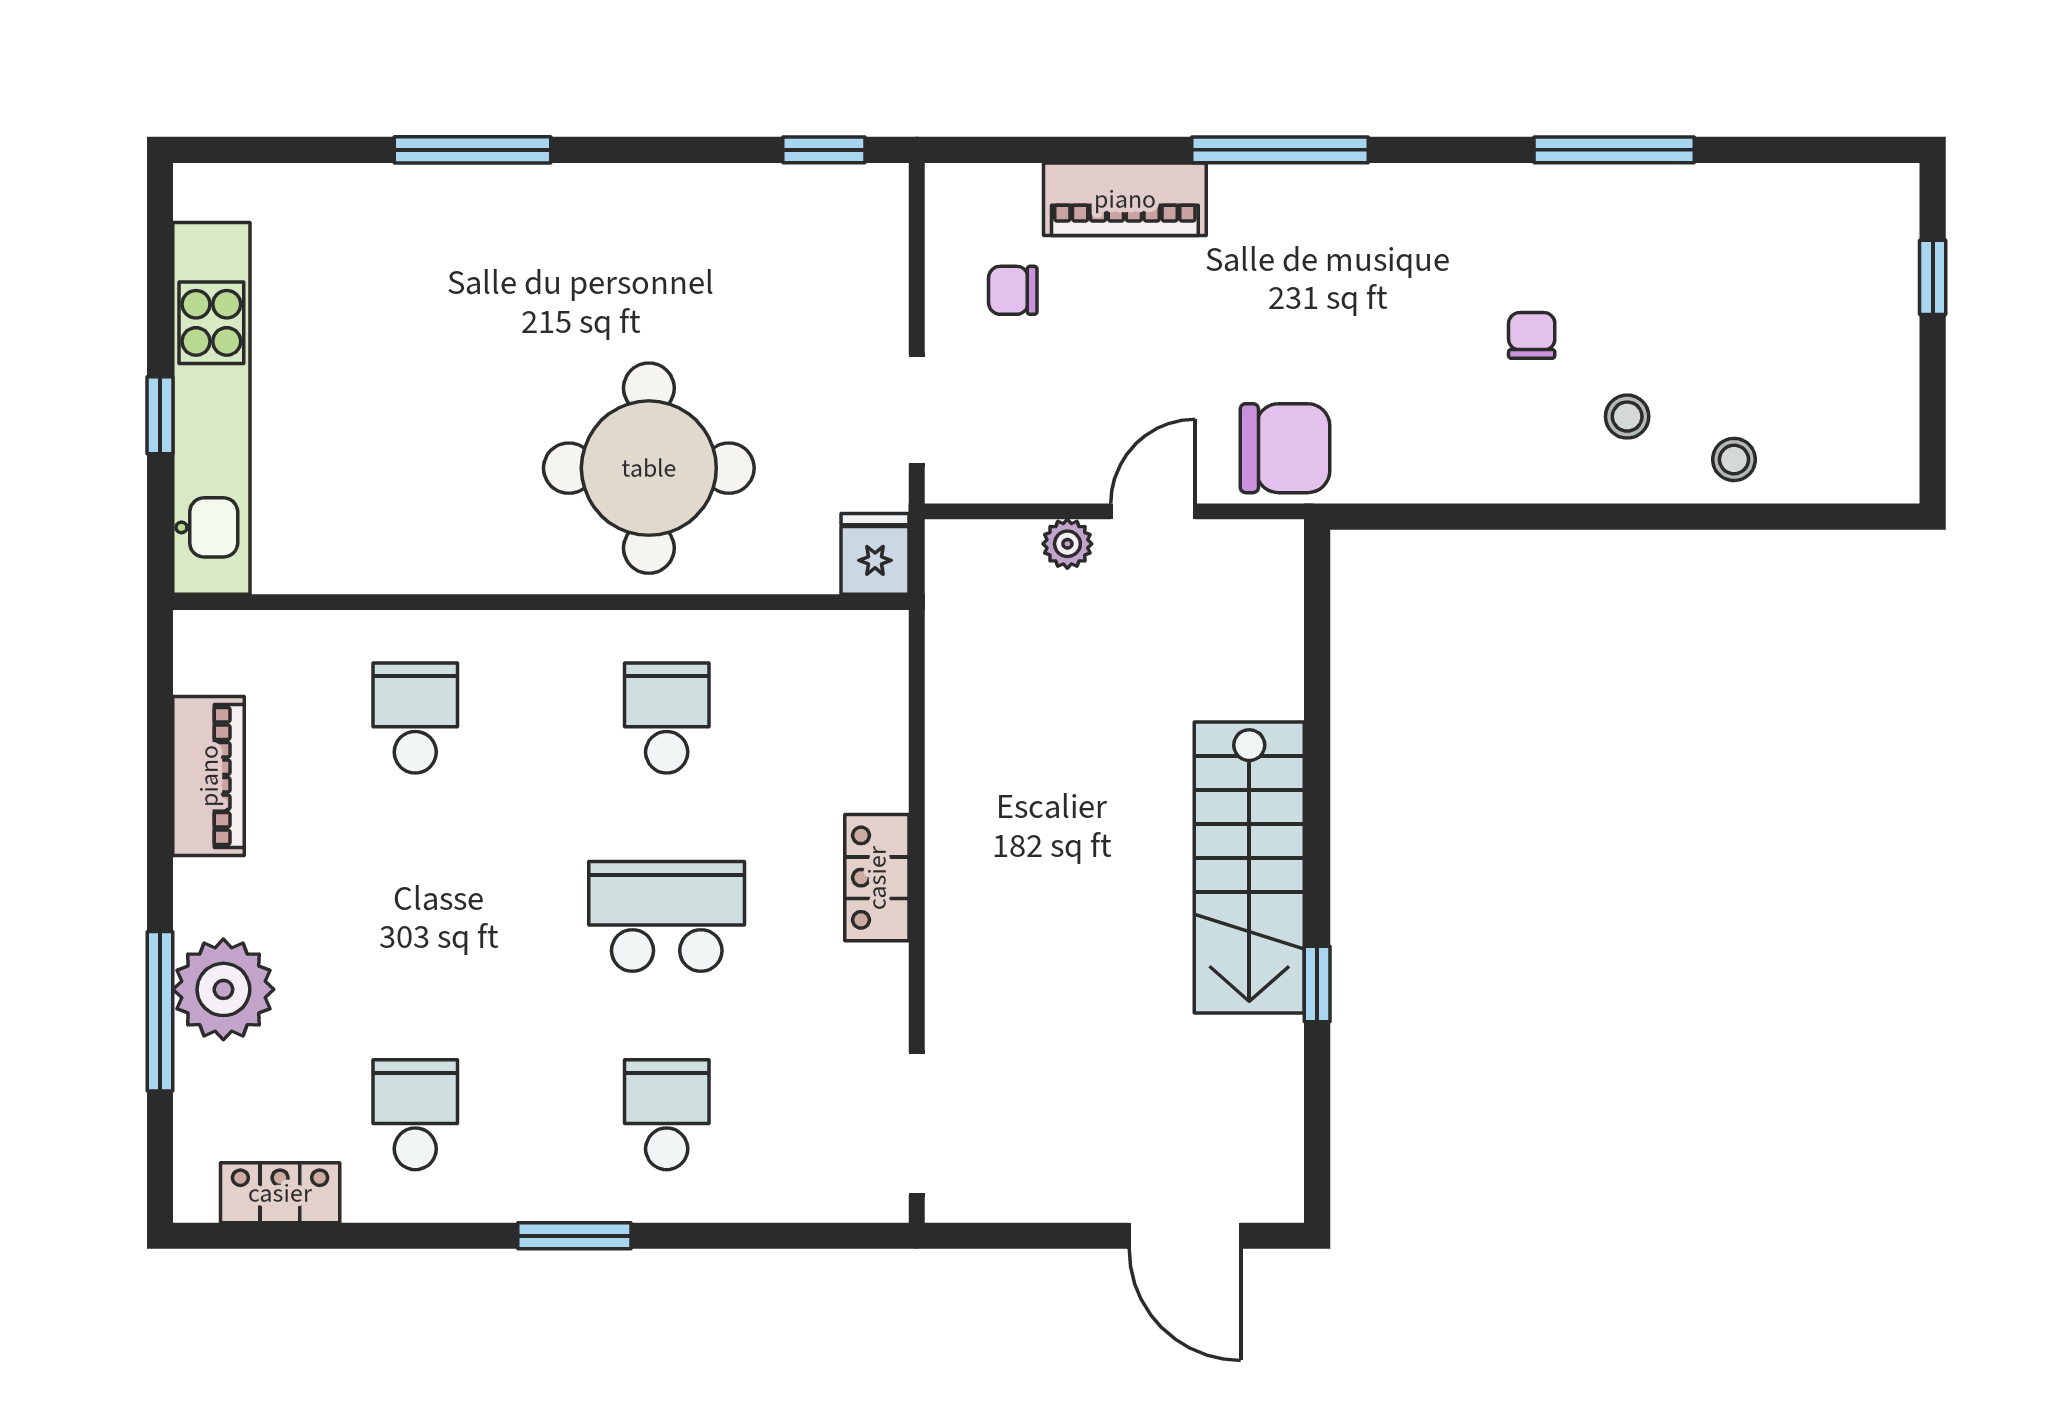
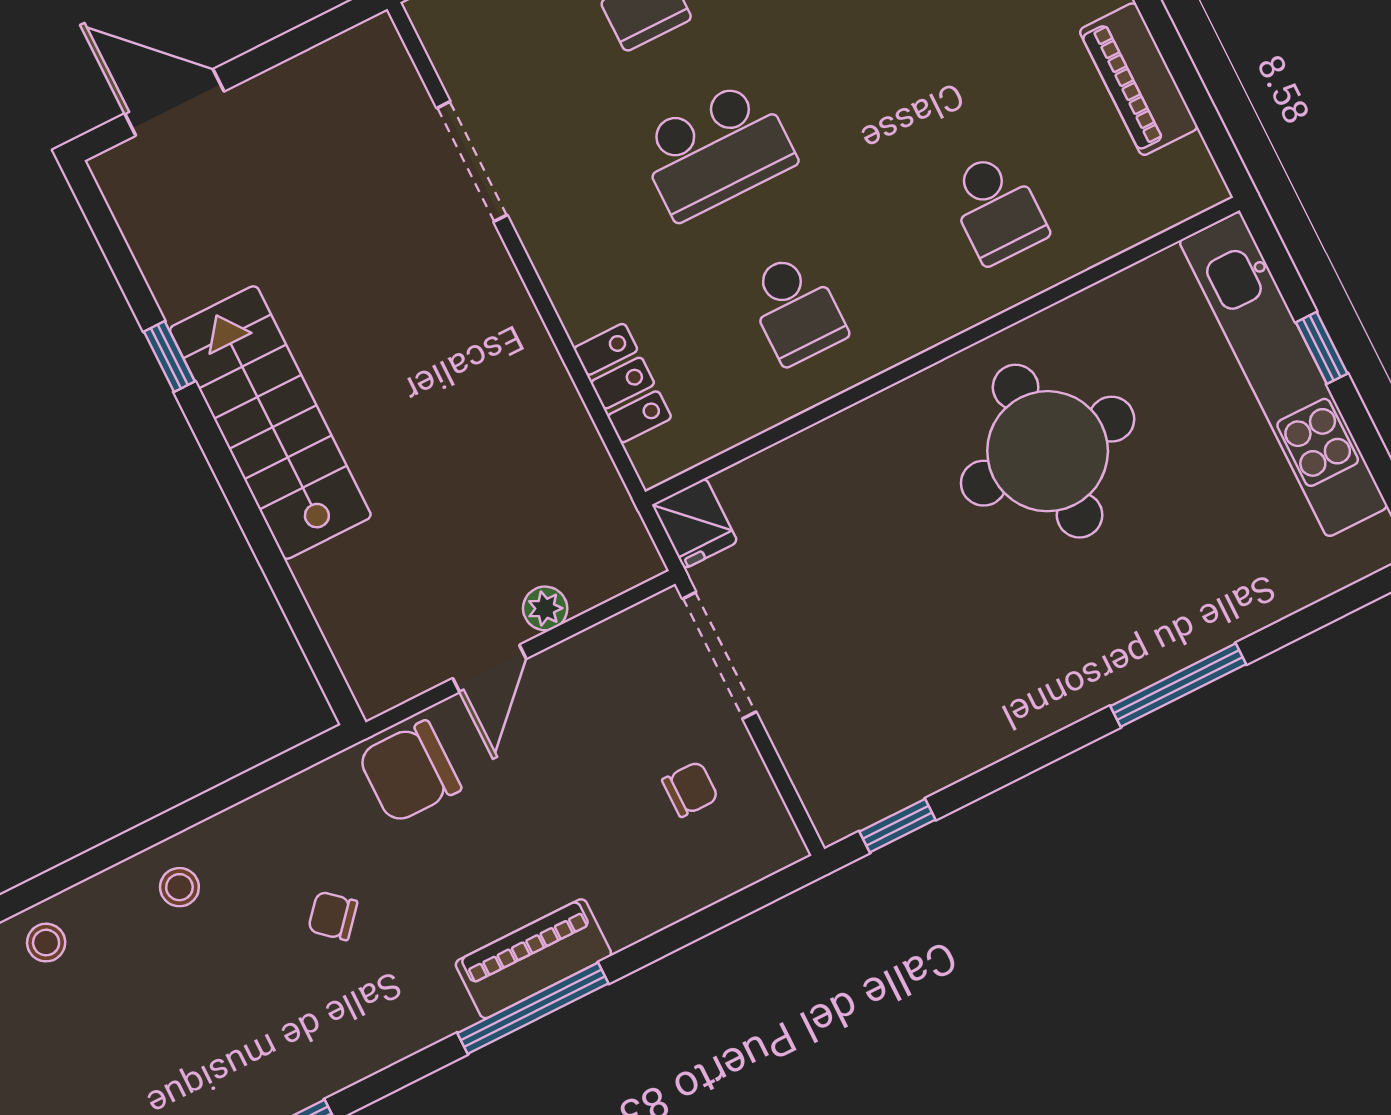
piano: (1125, 199) -> (533, 959), moved
chair: (1532, 335) -> (333, 916), moved, turned 131
doorway: (917, 410) -> (719, 655), width x1.38
stool: (1627, 417) -> (179, 887), moved
round table: (649, 468) -> (1048, 451), moved
locker: (877, 878) -> (623, 383), moved
doorway: (917, 1124) -> (472, 161), moved

